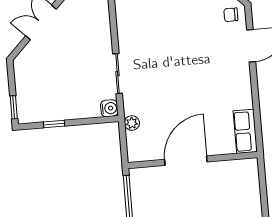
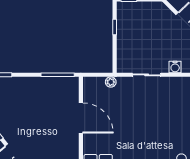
water cooler: (109, 108) -> (175, 67), moved

